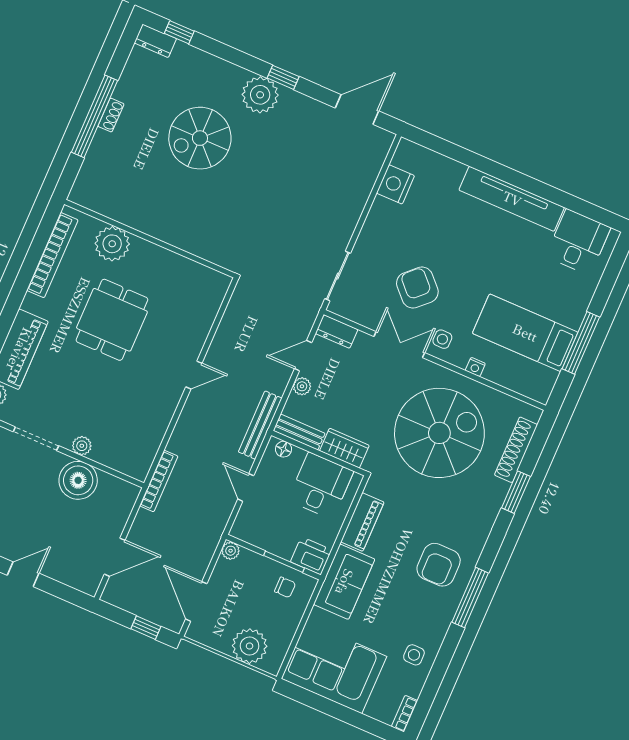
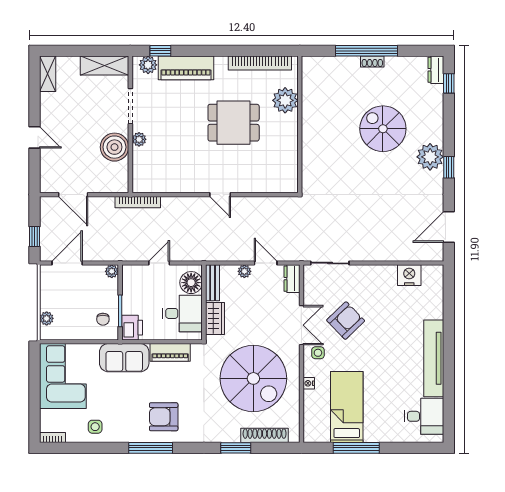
door: (357, 110) -> (449, 227), swing flipped
bench: (260, 425) -> (206, 254), removed
floor lamp: (283, 449) -> (191, 283), width x1.89, depth x1.89
plant: (250, 646) -> (47, 318), width x0.53, depth x0.53

